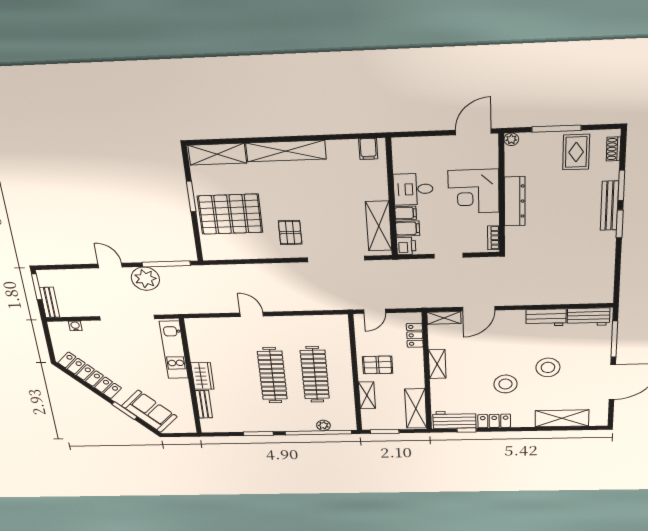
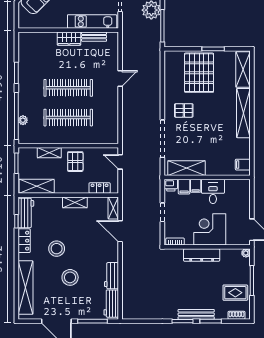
bench: (204, 404) -> (94, 37), moved
shelving: (562, 418) -> (25, 288), width x1.47

